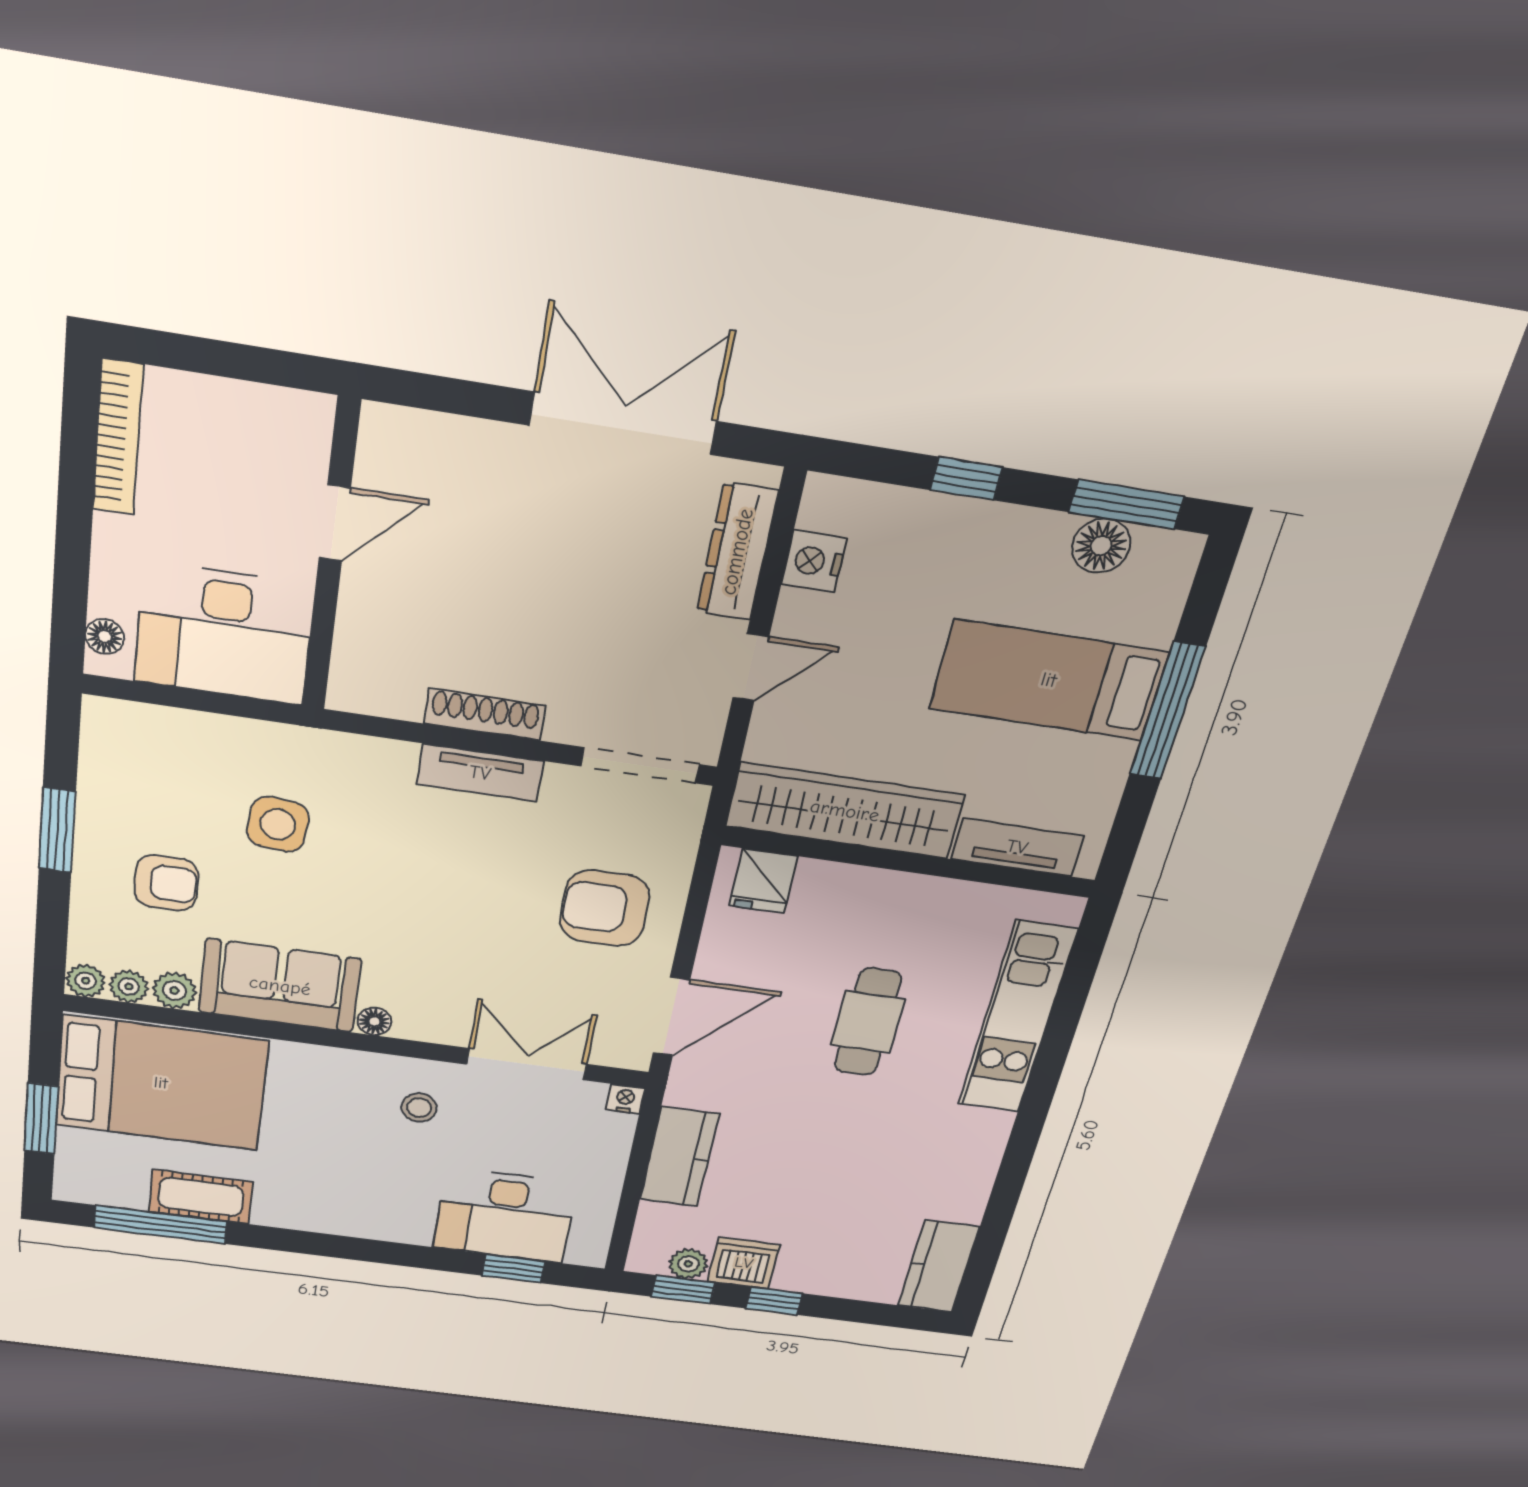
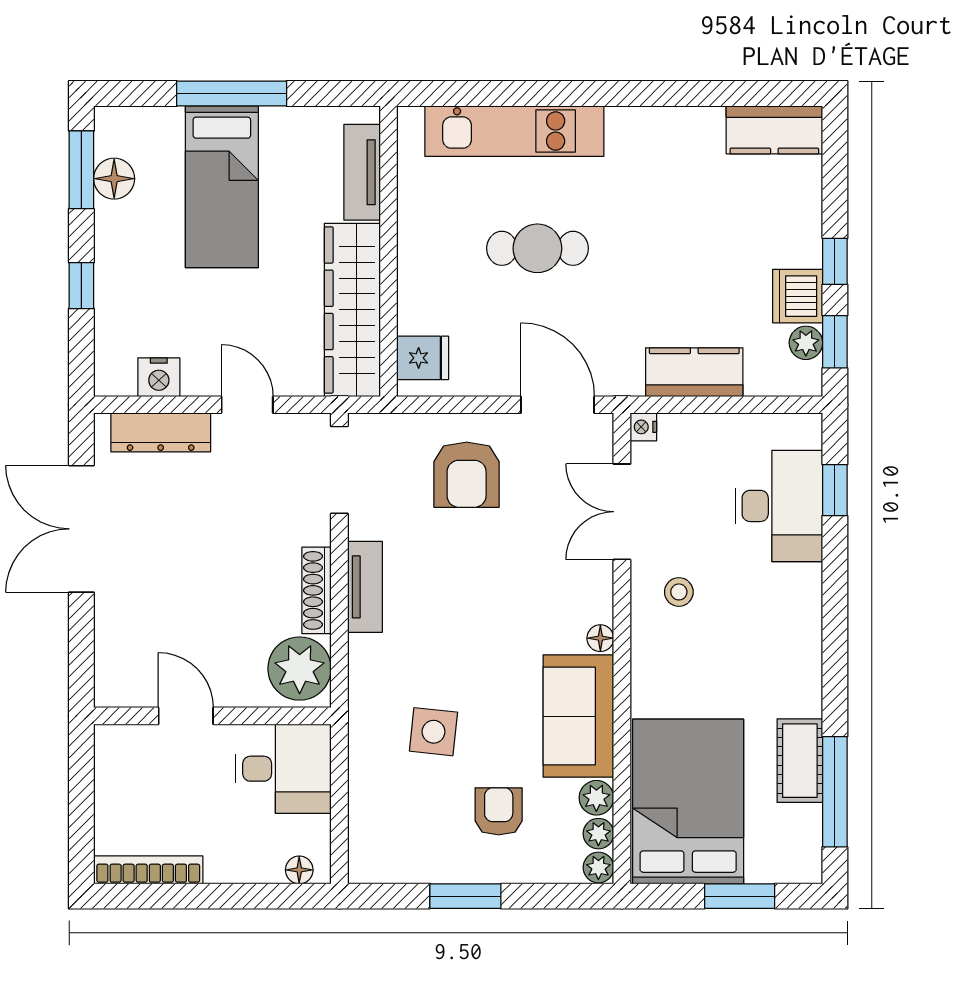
desk: (224, 634) -> (283, 769), width x0.73
plant: (382, 678) -> (300, 669), added

